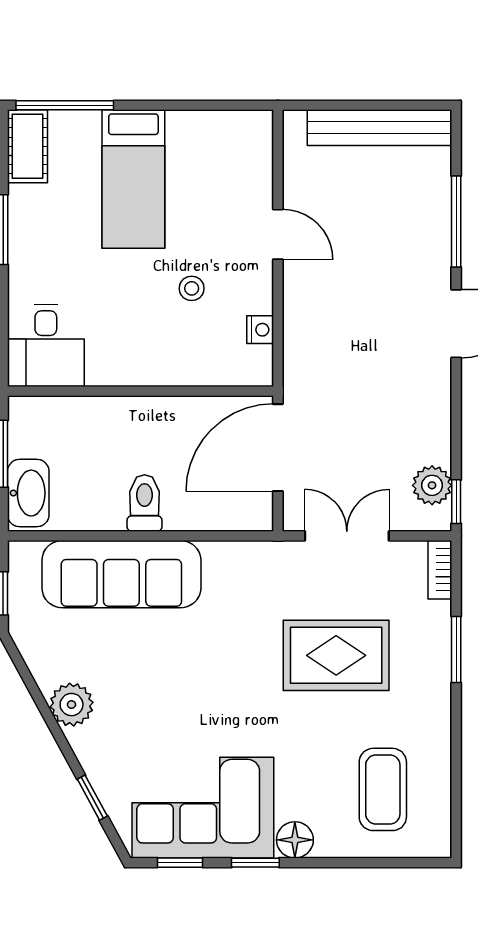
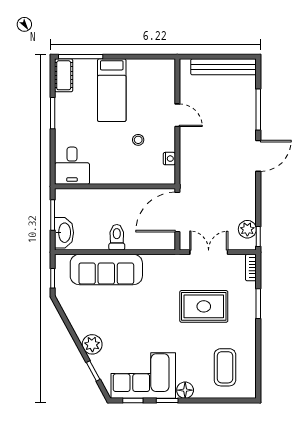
plant: (72, 705) -> (92, 344), moved

